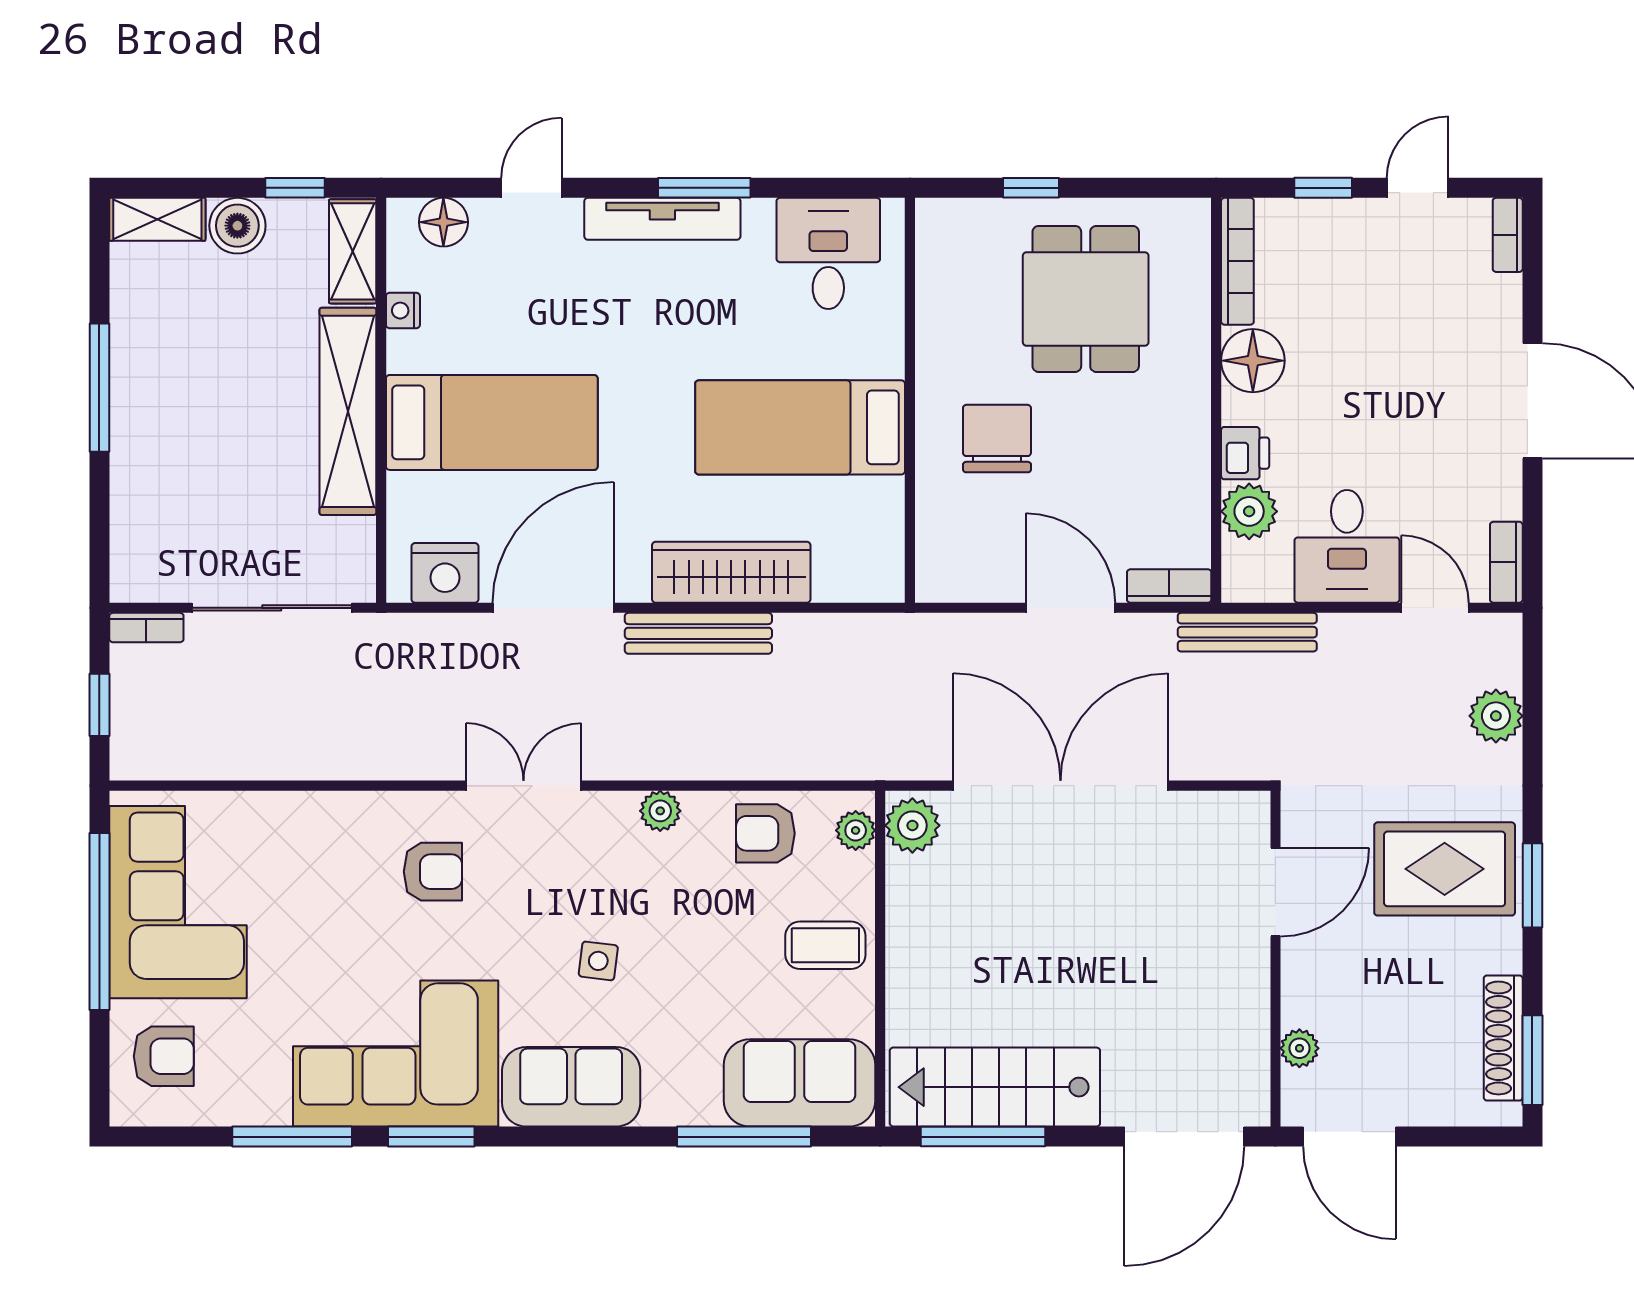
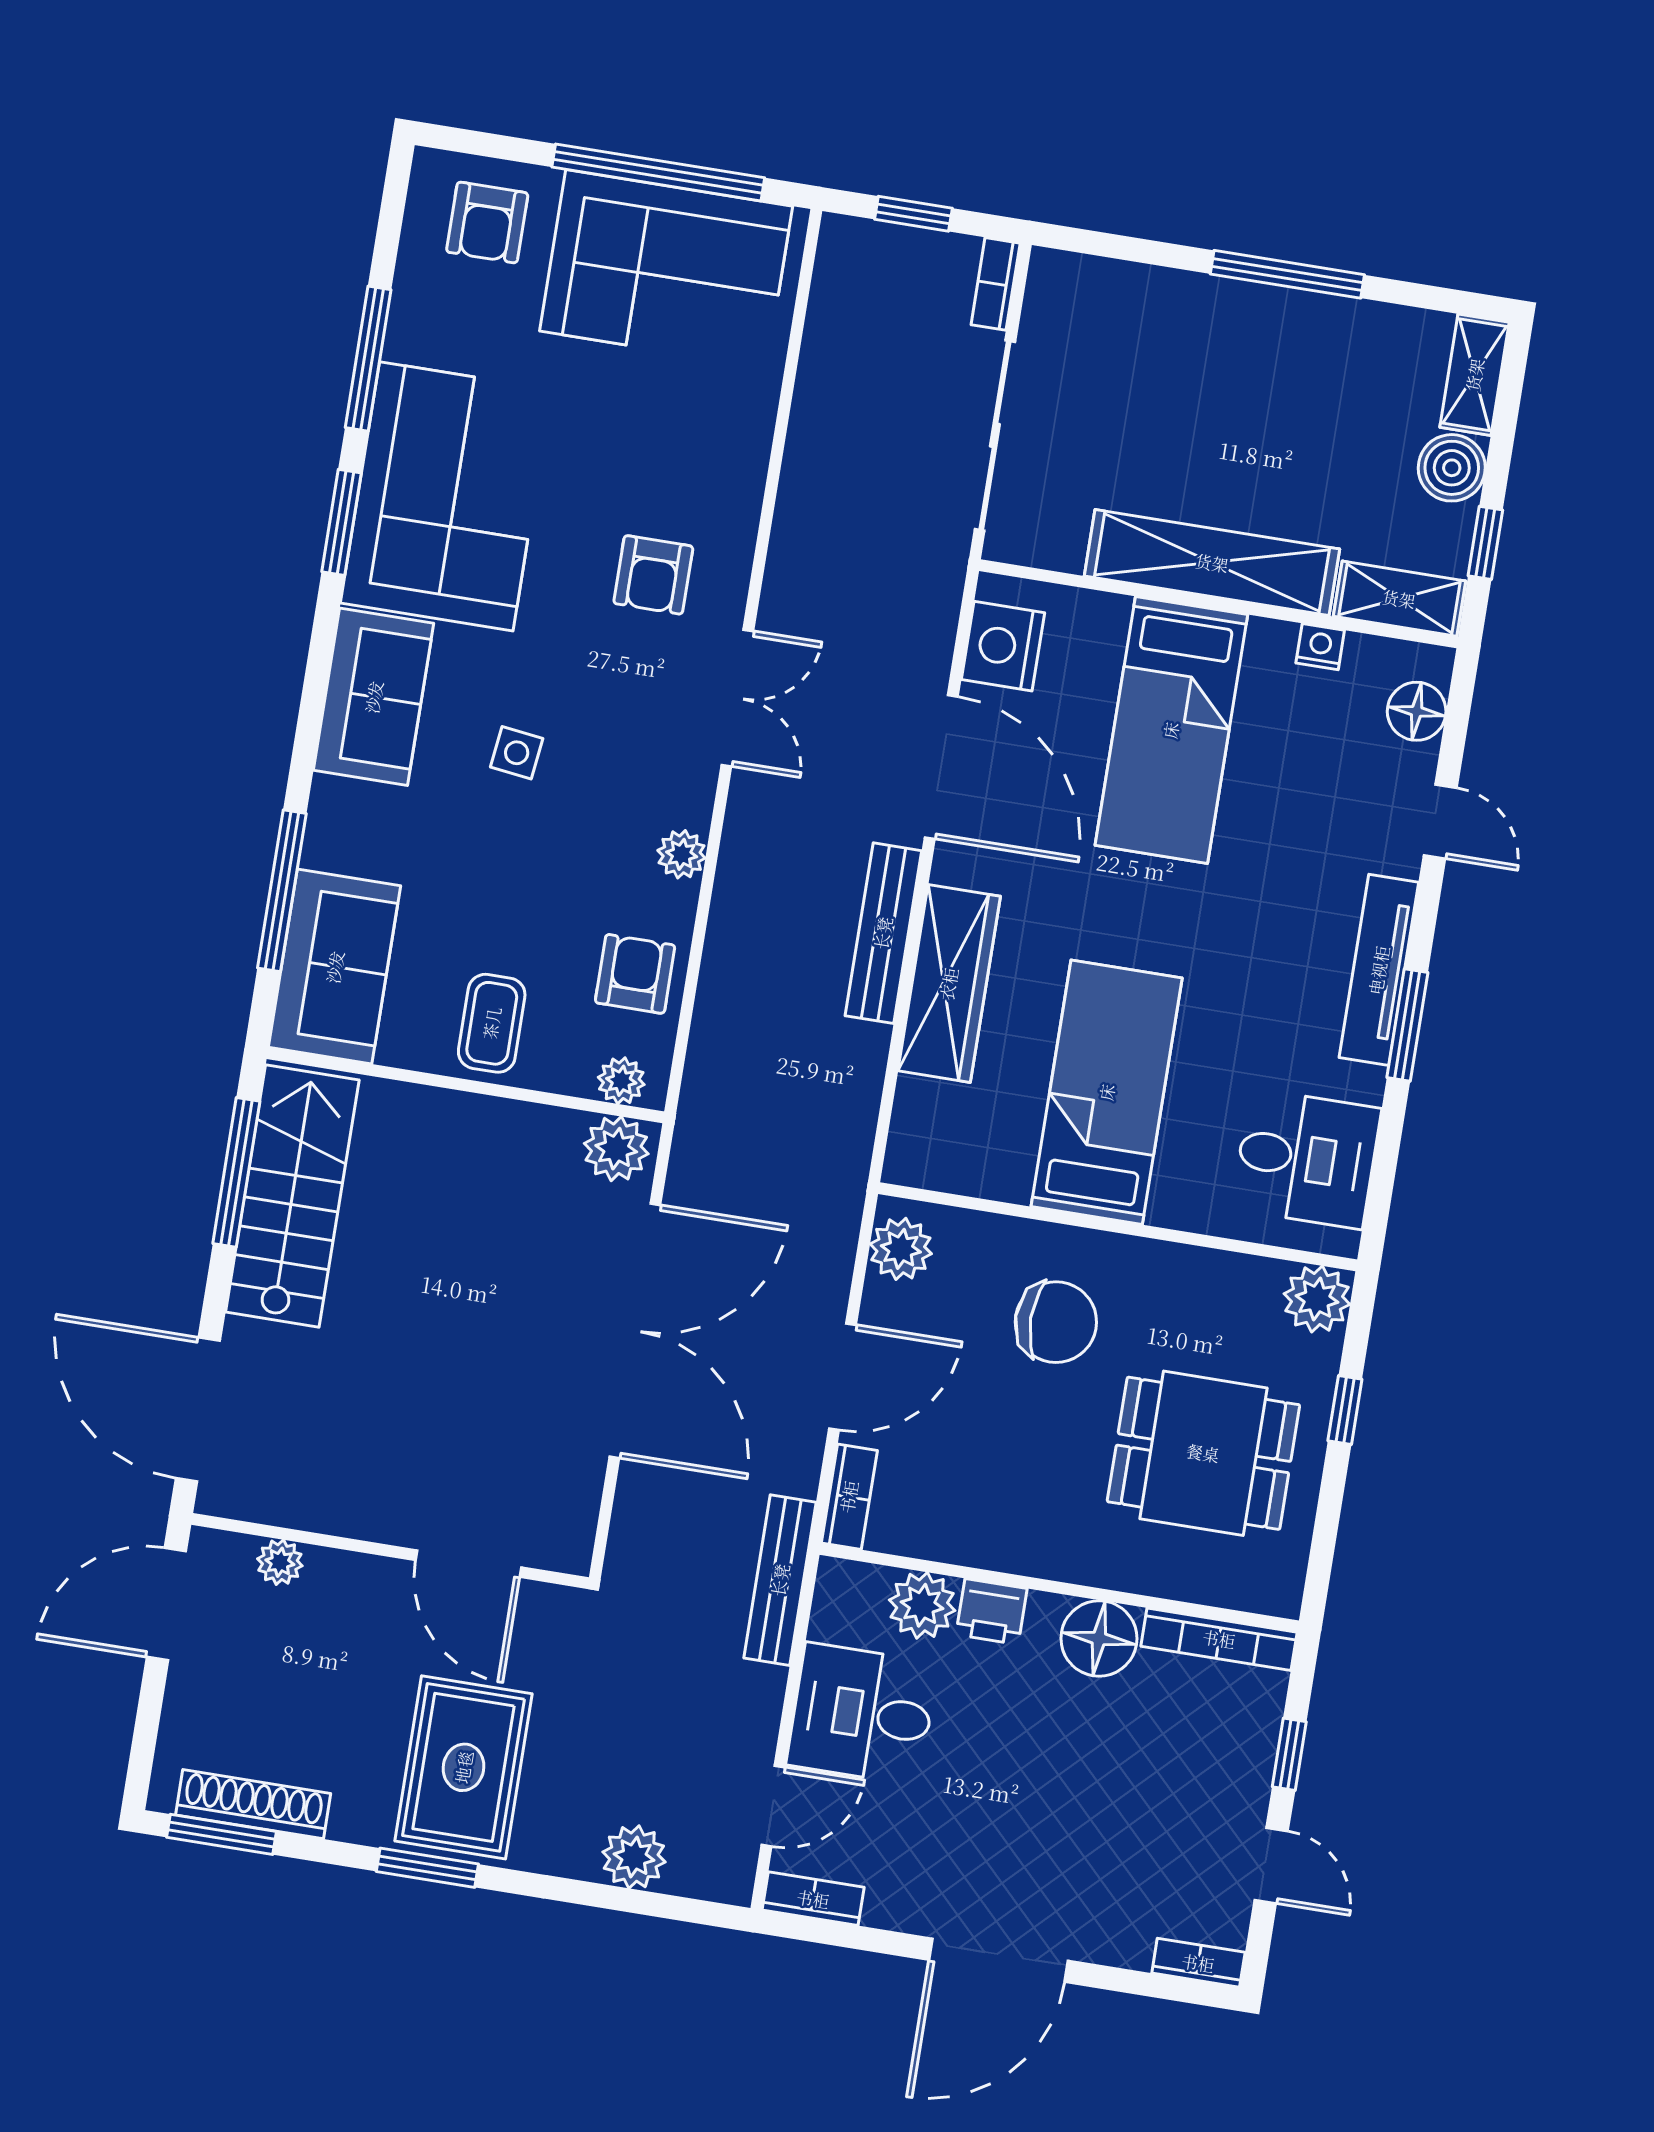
plant: (943, 226) -> (1317, 1299), added
plant: (957, 577) -> (901, 1249), added

